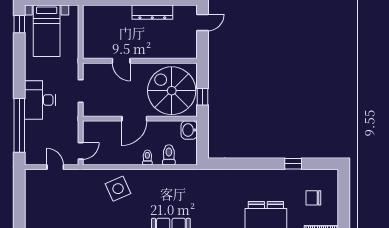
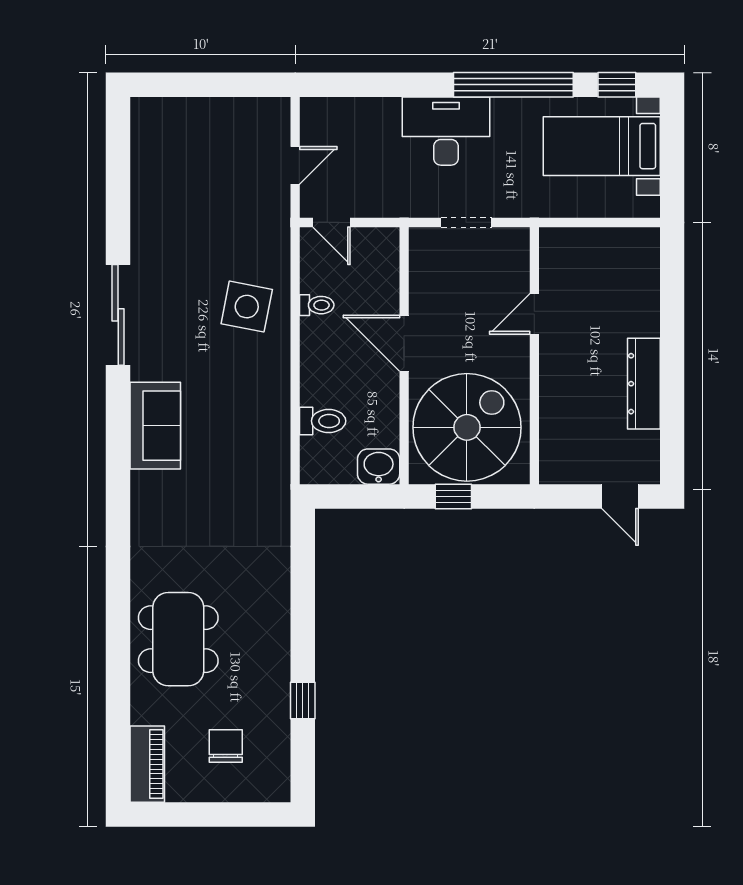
window: (19, 125) -> (513, 85), moved
toilet: (147, 157) -> (317, 305), moved
side table: (118, 189) -> (247, 307), turned 35

